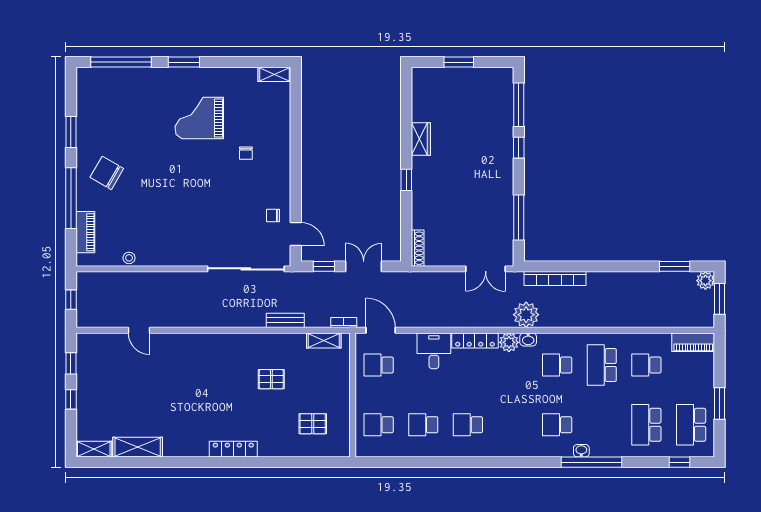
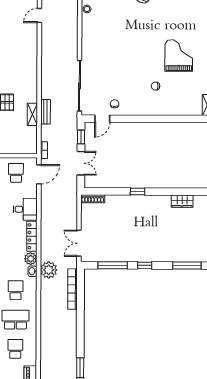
wardrobe: (421, 139) -> (182, 201), moved
window: (519, 148) -> (145, 265), moved
shelving: (324, 340) -> (32, 114), moved

